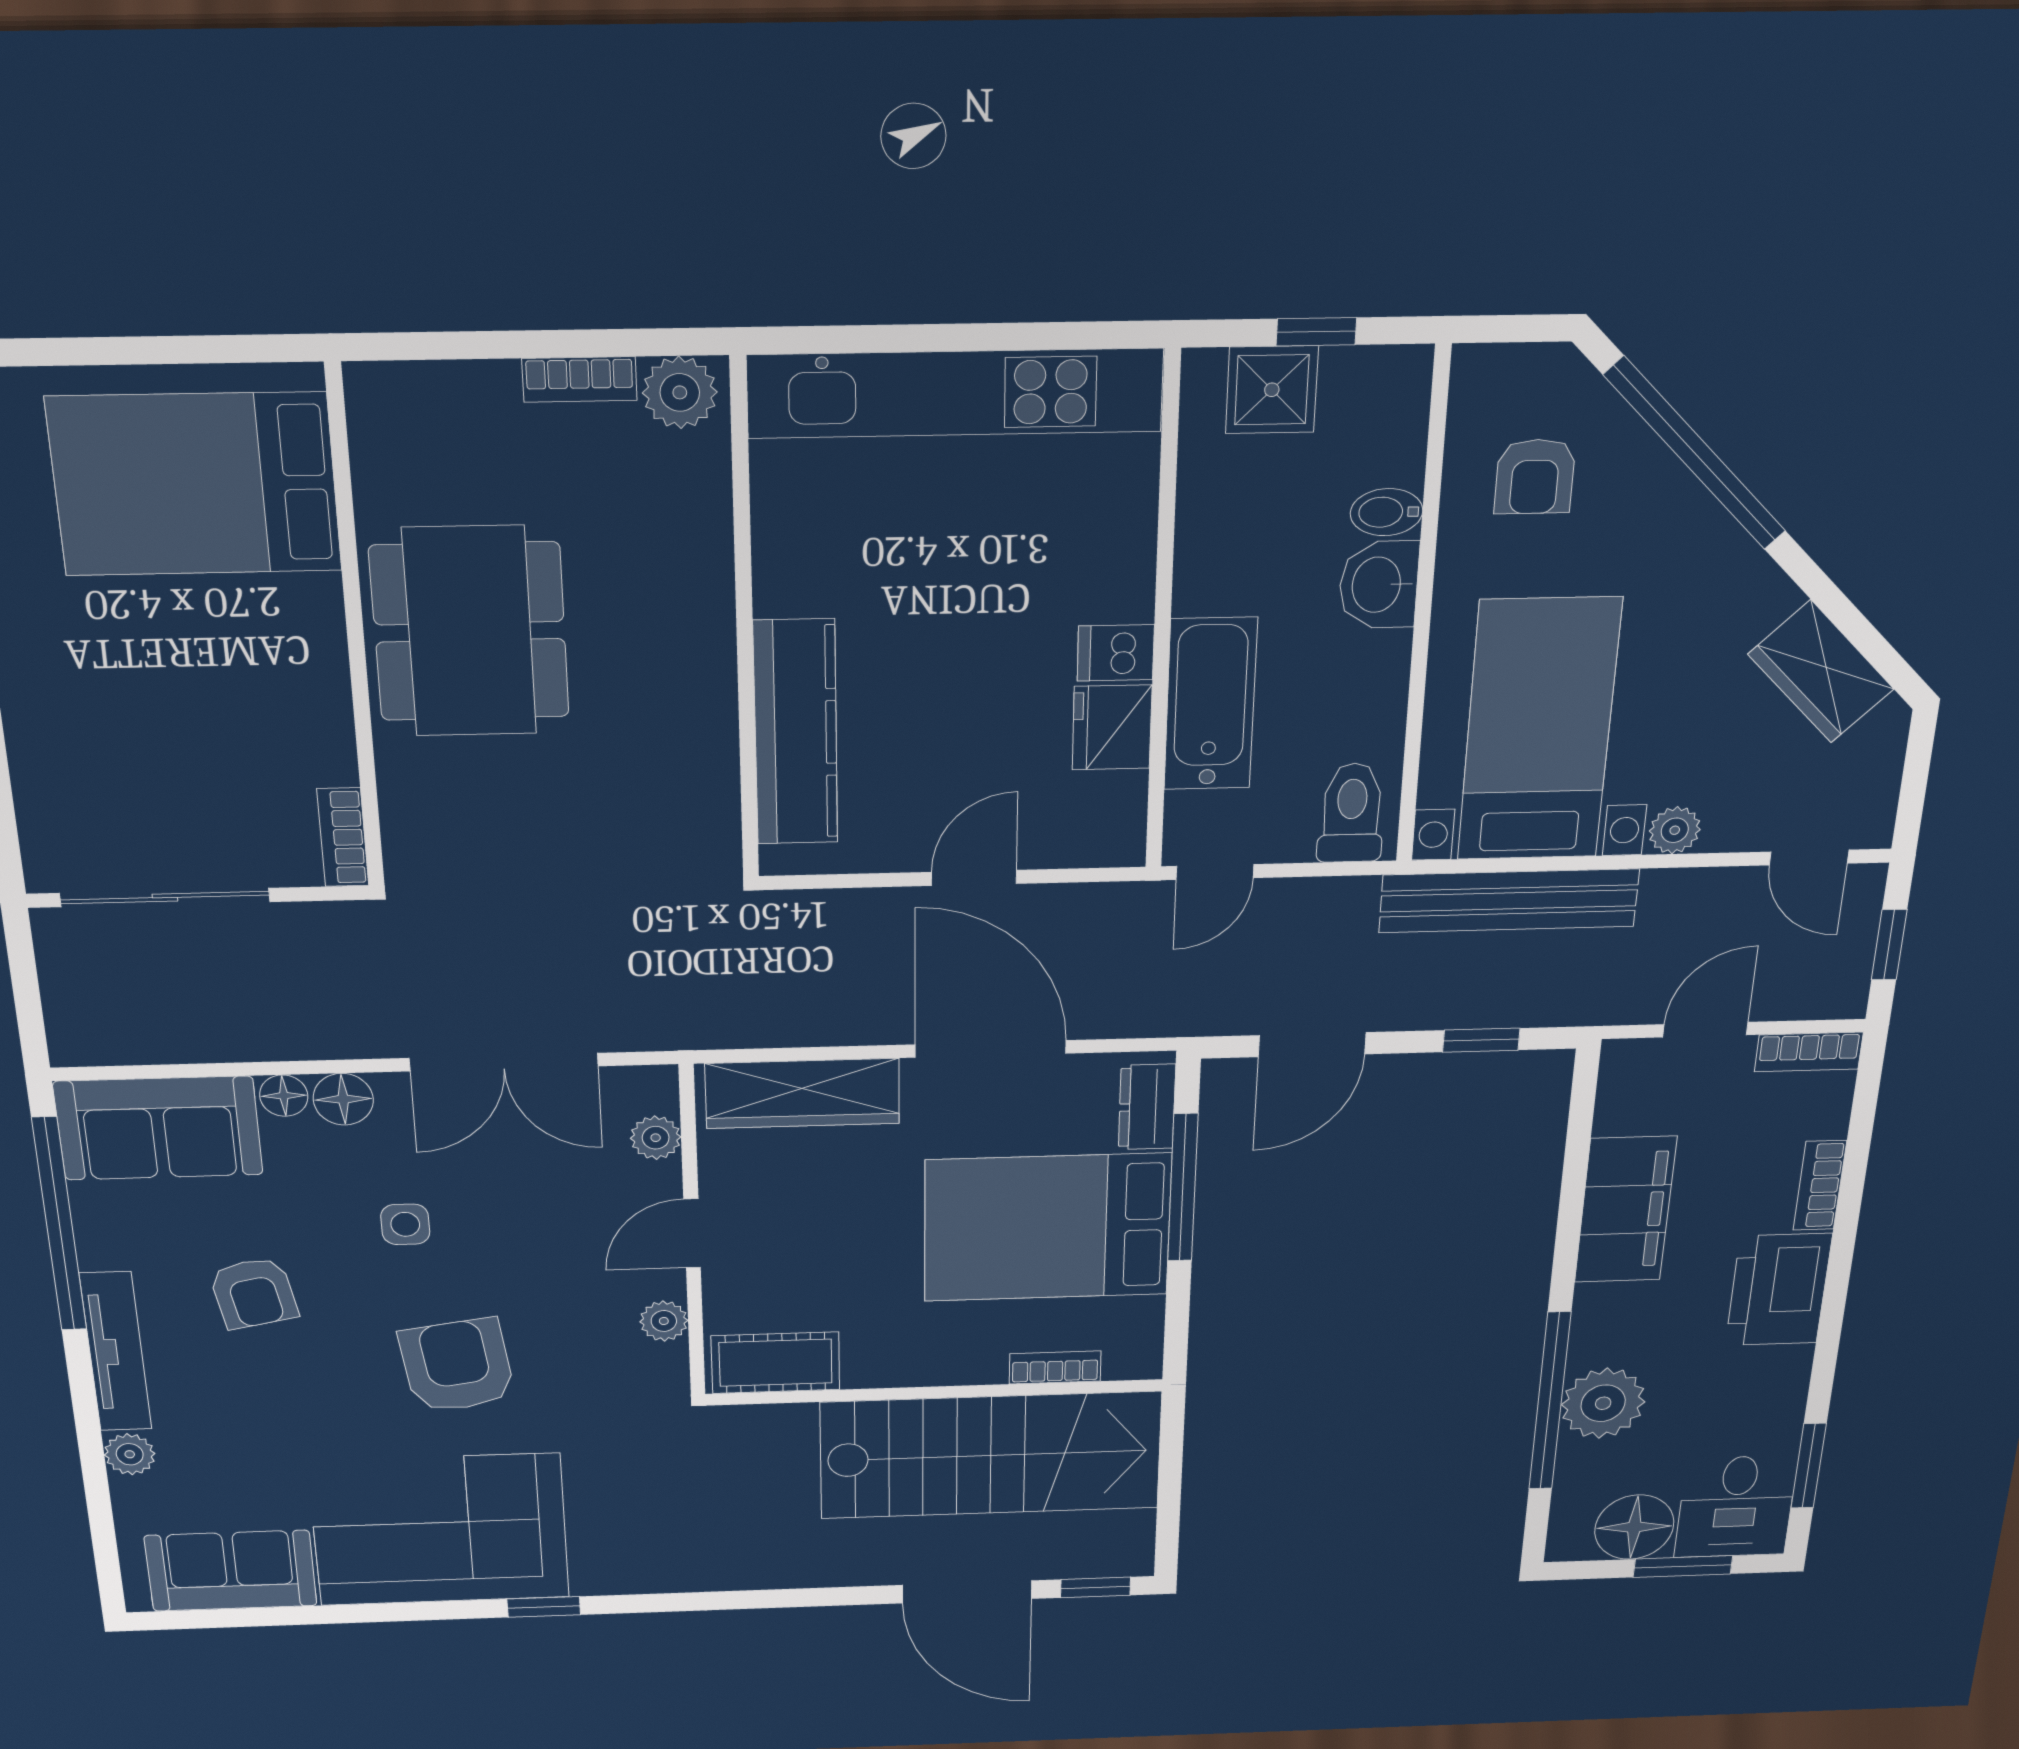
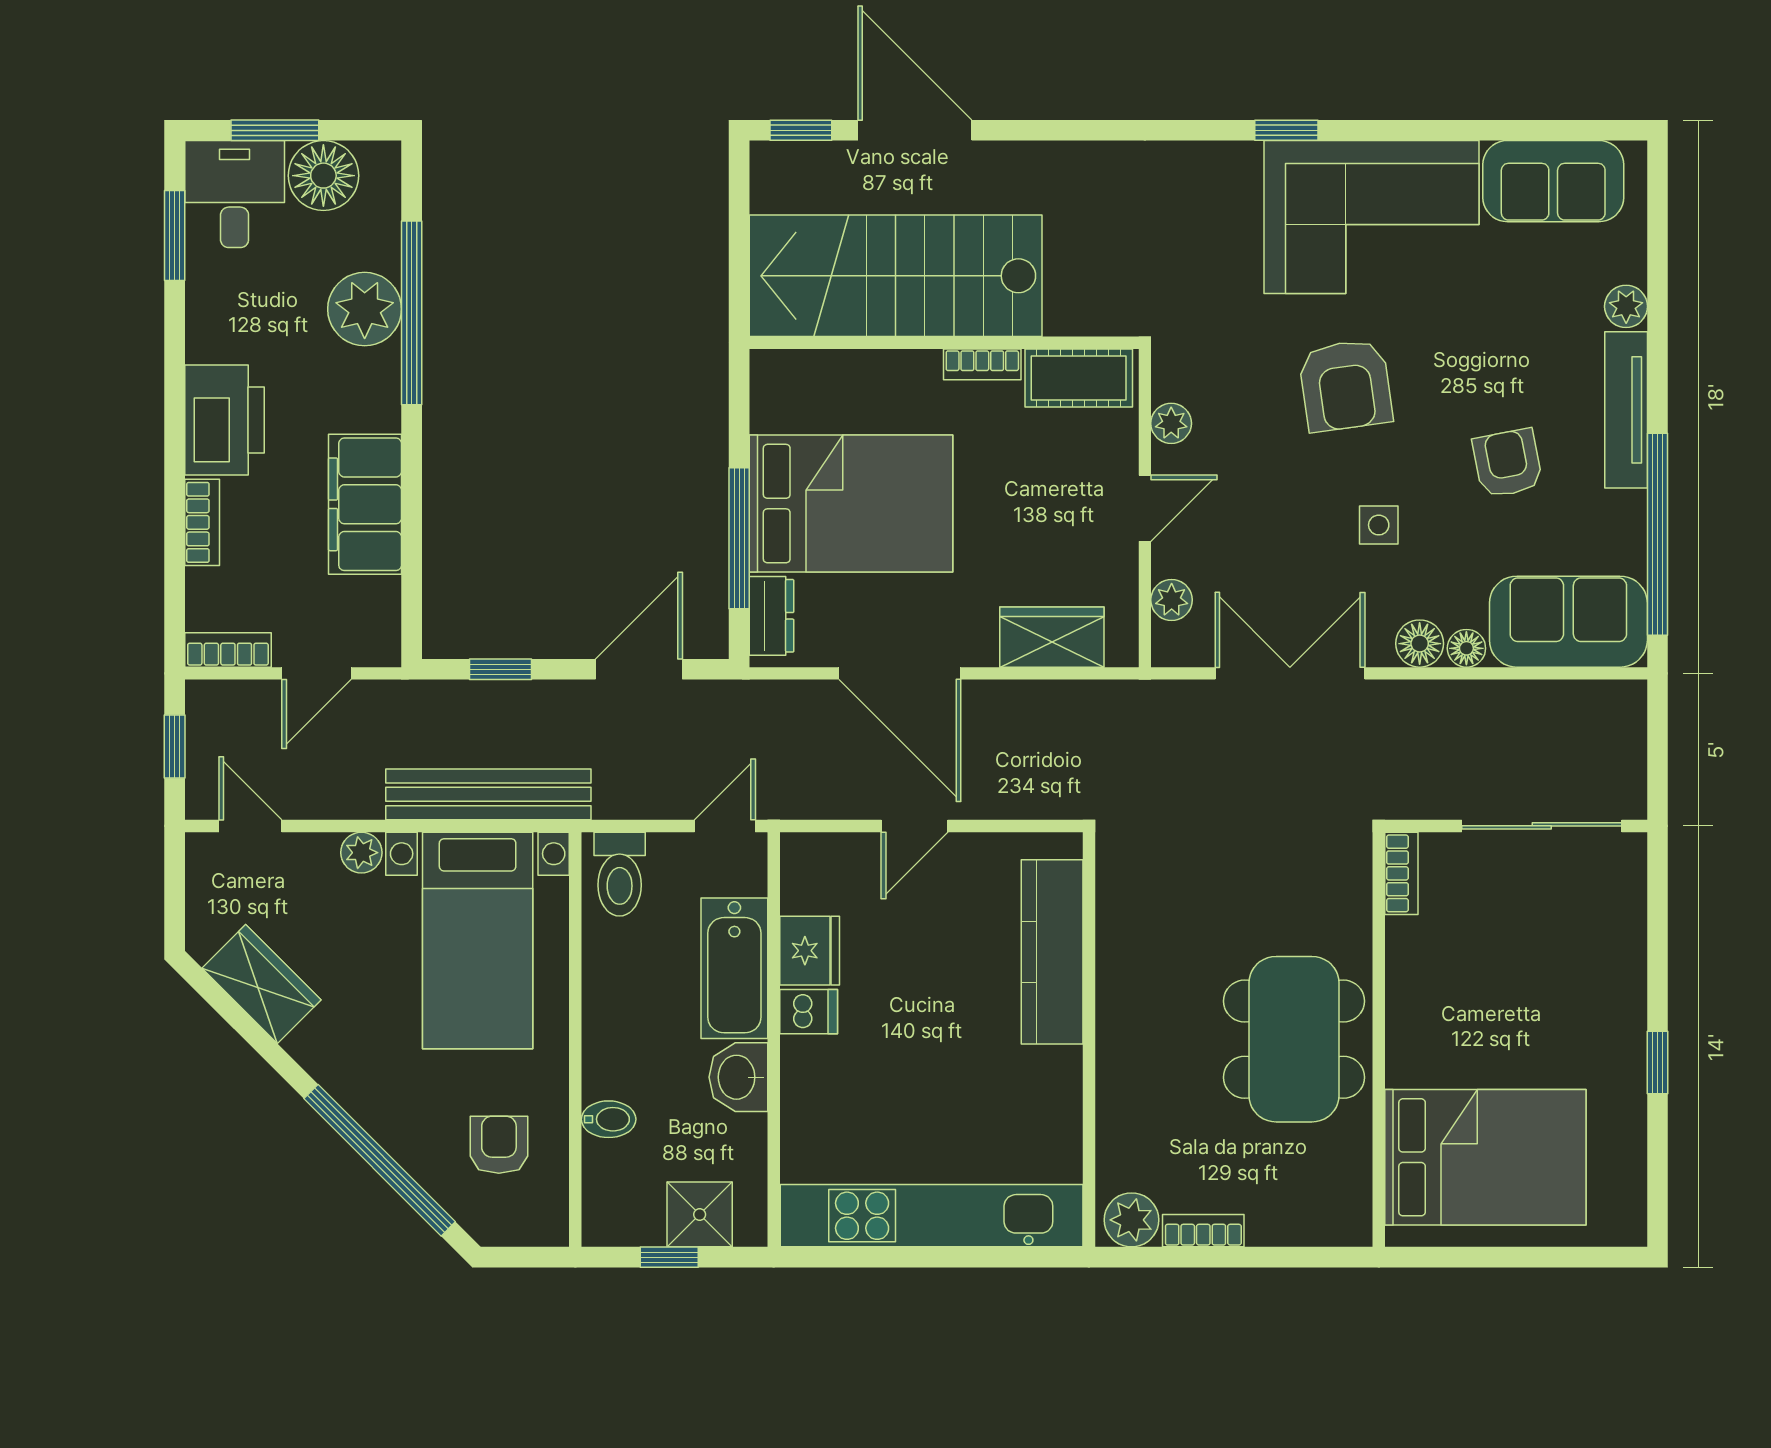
washbasin: (1379, 585) -> (738, 1077), moved, turned 180
wardrobe: (802, 1094) -> (1052, 637), width x0.67
bookcase: (1055, 1367) -> (982, 364), moved

